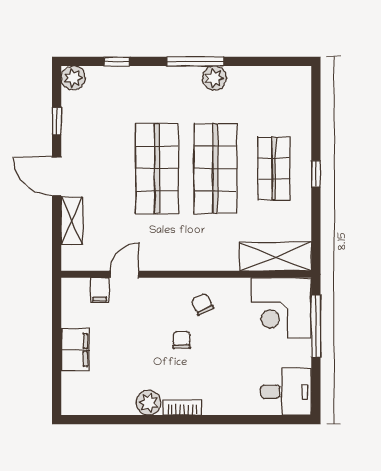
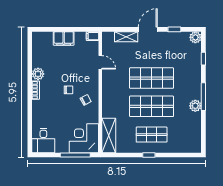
filing cabinet: (100, 290) -> (92, 36), moved

